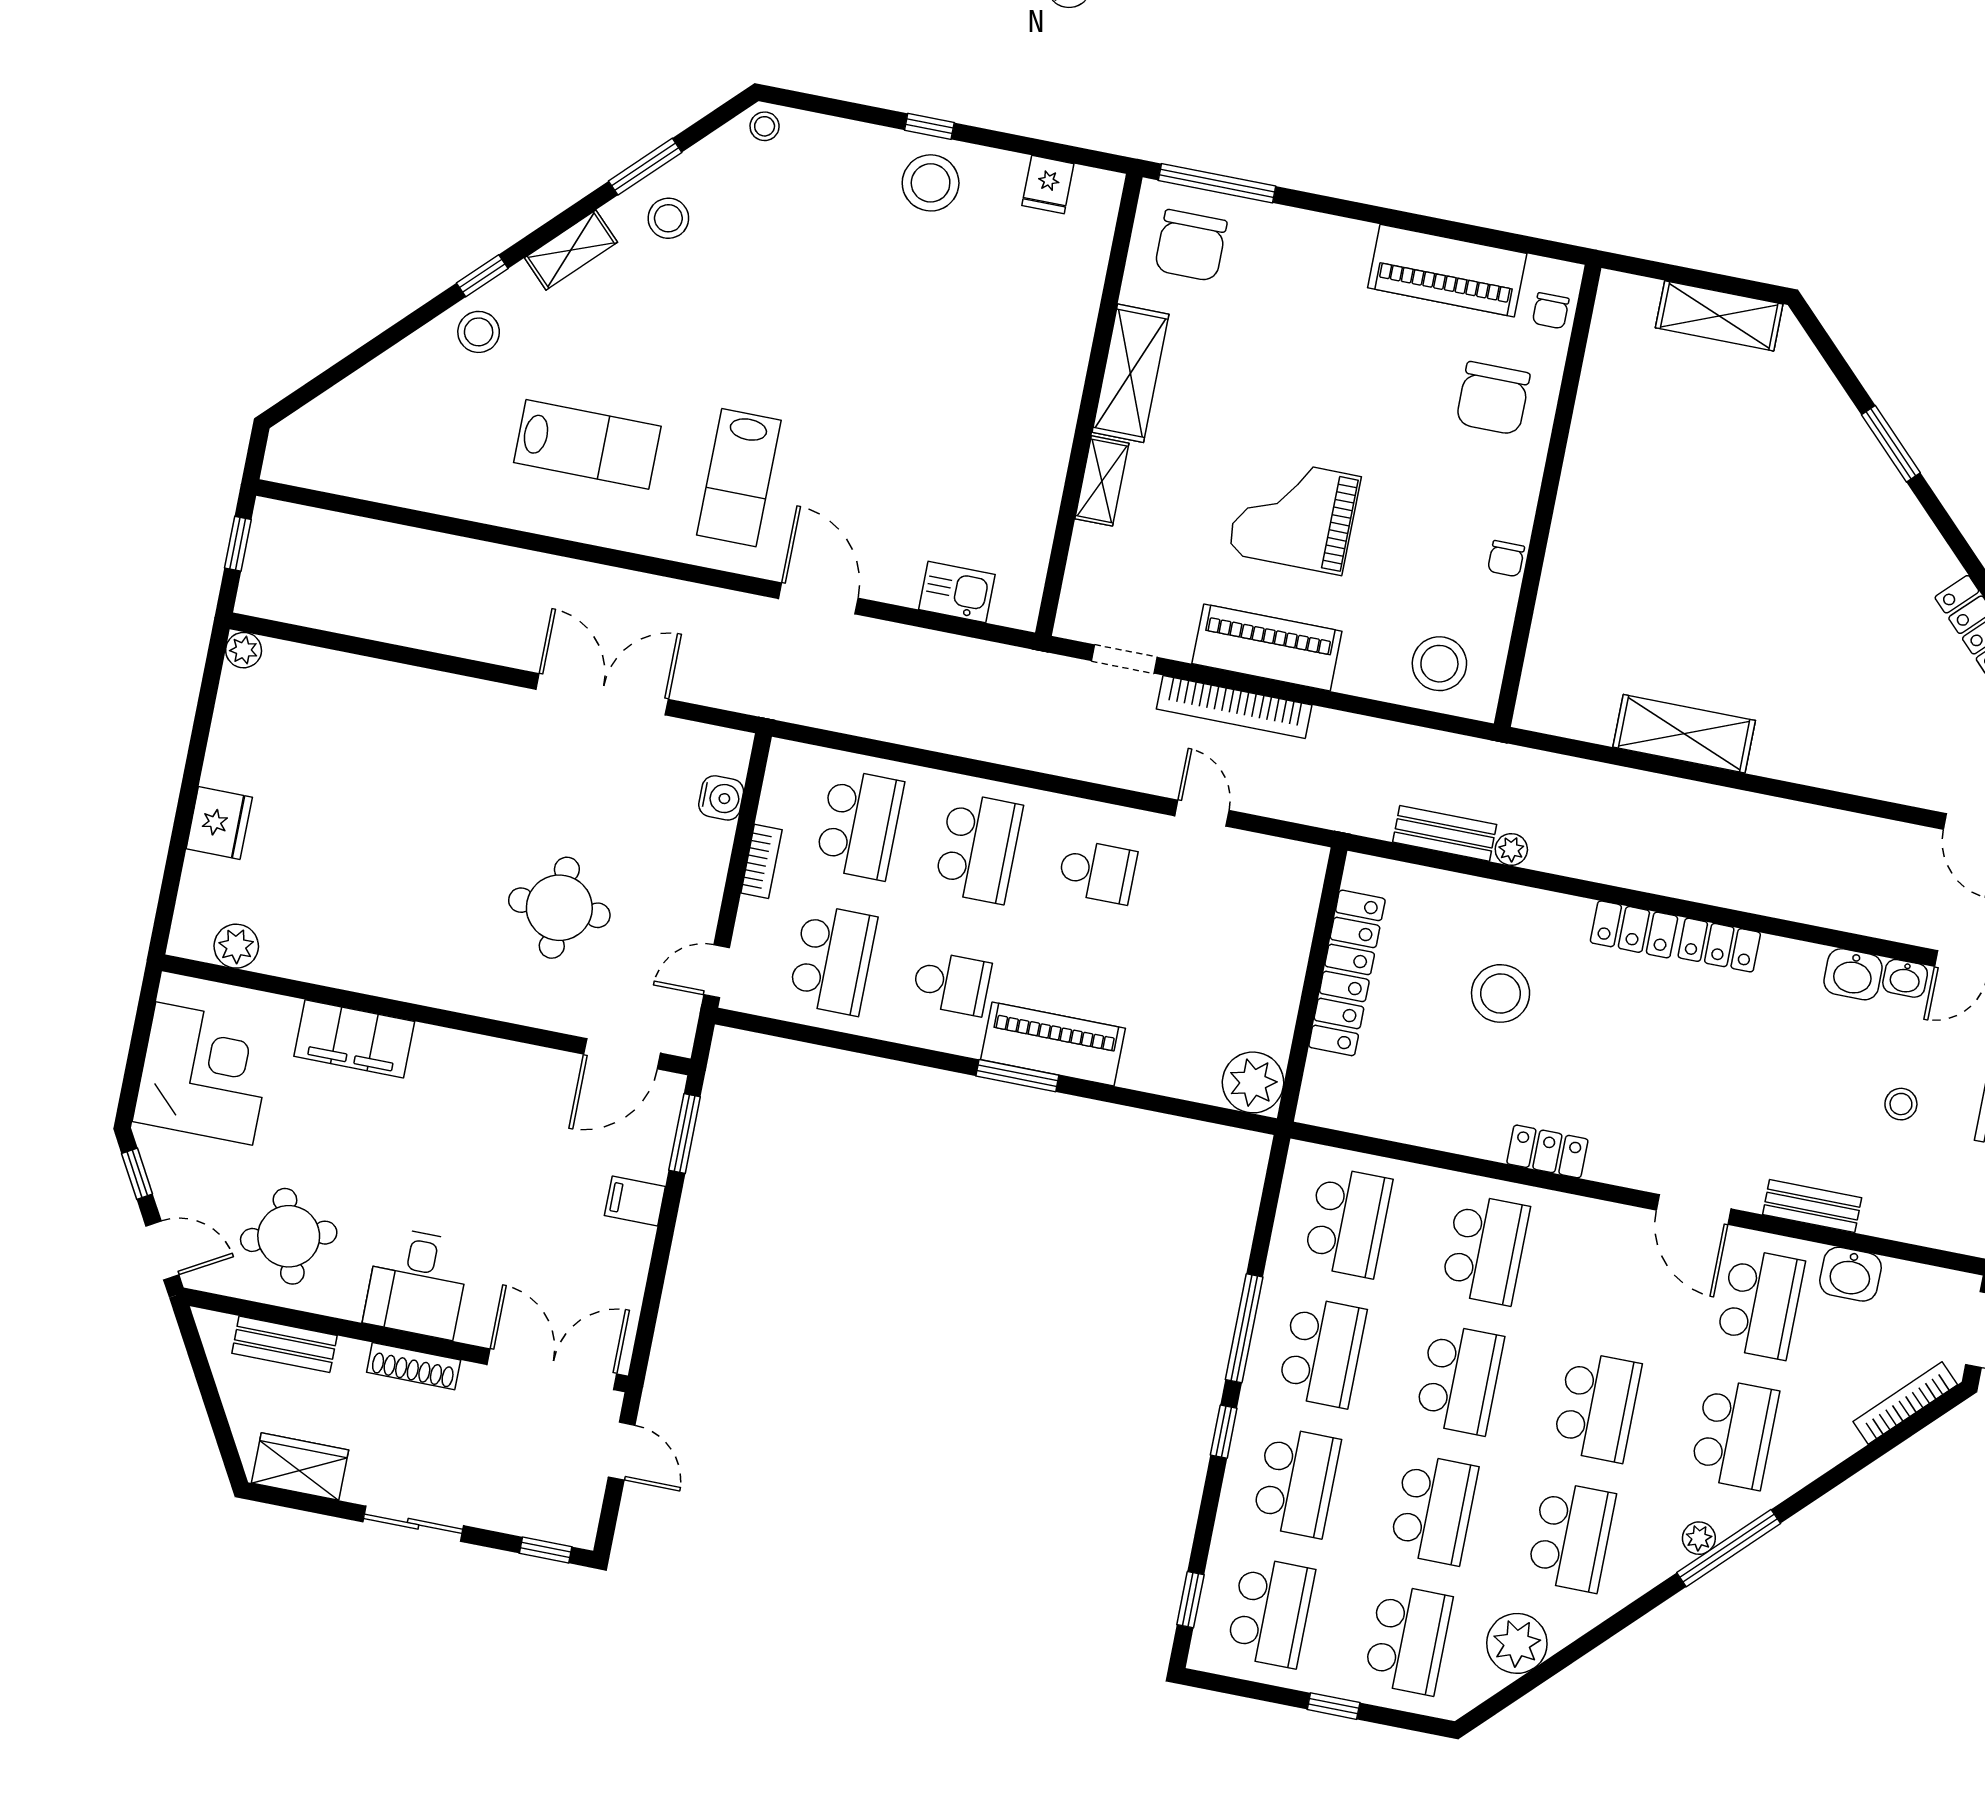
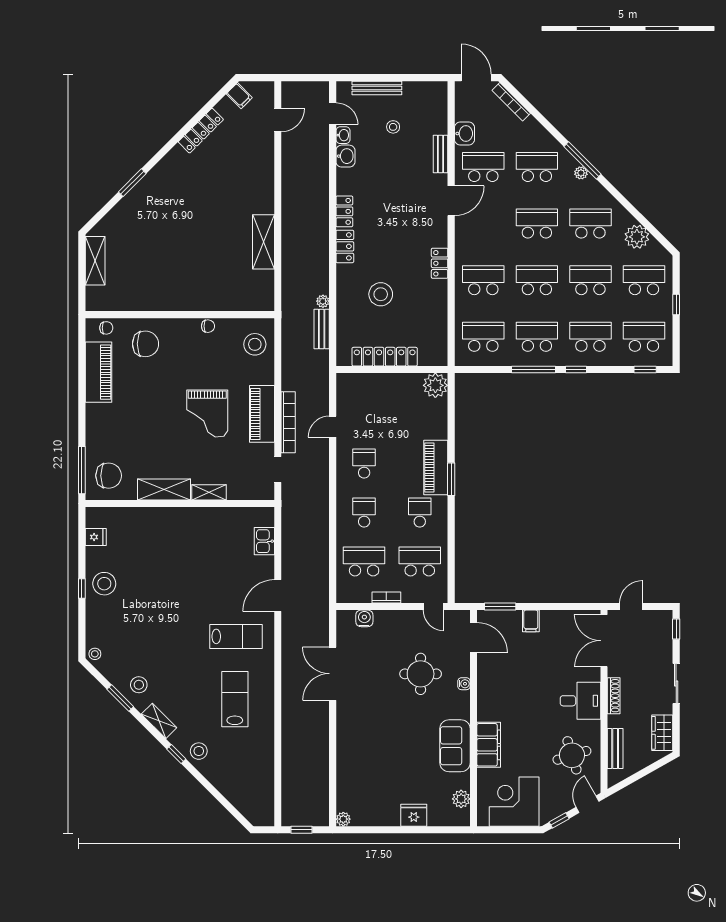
school desk: (978, 848) -> (364, 513), width x0.54
sofa: (368, 957) -> (455, 746), added
water cooler: (515, 1008) -> (464, 684), added

